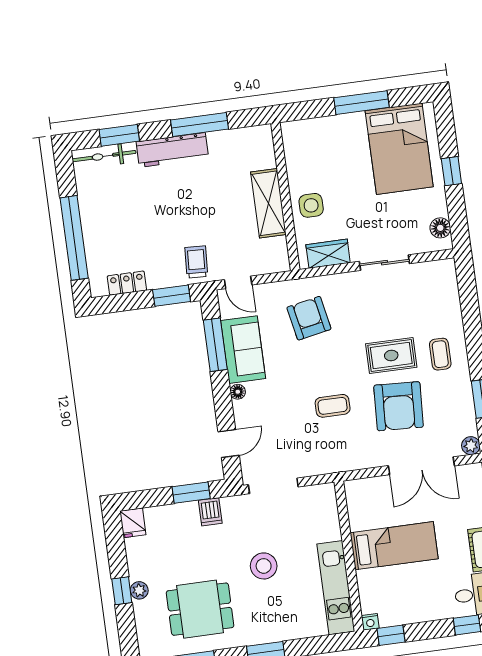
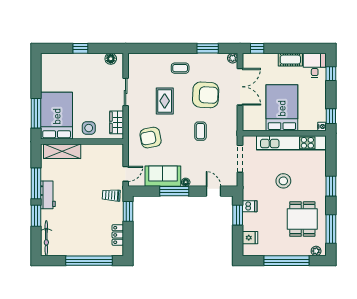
window: (362, 103) -> (36, 113), moved
window: (119, 135) -> (36, 216), moved
bed: (399, 149) -> (57, 116), moved, turned -90
workbench: (172, 150) -> (48, 195), width x0.73
shelving: (268, 203) -> (62, 151), moved
window: (215, 345) -> (174, 191), moved
rug: (391, 355) -> (165, 101), moved
doorway: (273, 486) -> (240, 159), moved
fridge: (133, 523) -> (250, 238), moved
bed: (394, 546) -> (282, 108), width x1.50
kitchen unit: (336, 588) -> (291, 143), width x1.36
plant: (139, 590) -> (316, 251), moved
window: (122, 591) -> (286, 261), width x3.17

